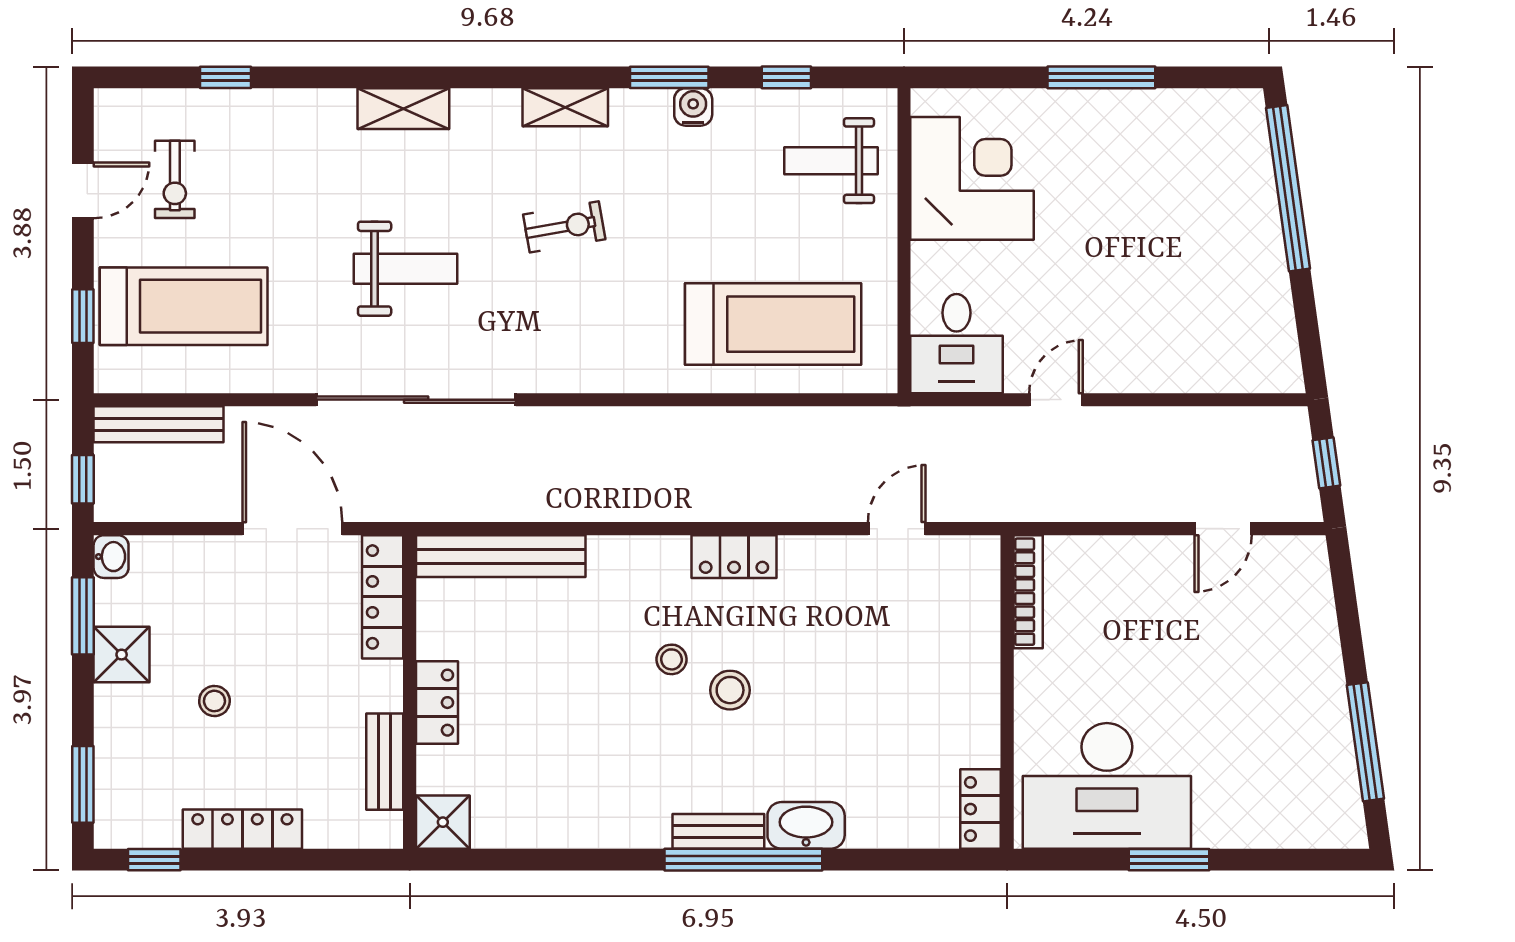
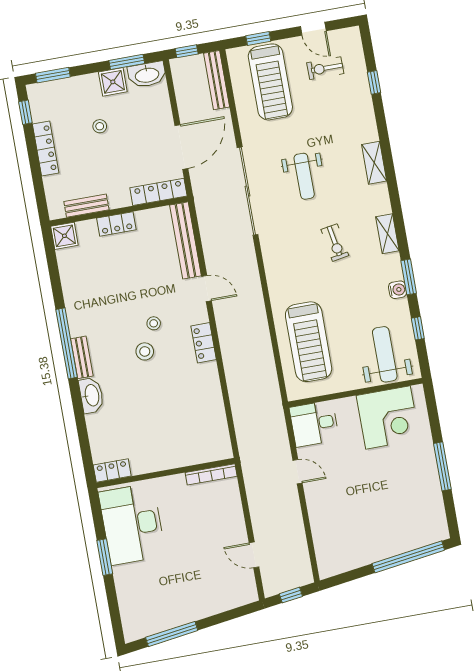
weight bench: (831, 161) -> (385, 354), width x1.36, depth x1.33
door: (897, 529) -> (207, 289), moved
washbasin: (111, 557) -> (147, 75), width x1.91, depth x1.45
window: (743, 860) -> (67, 343), moved

